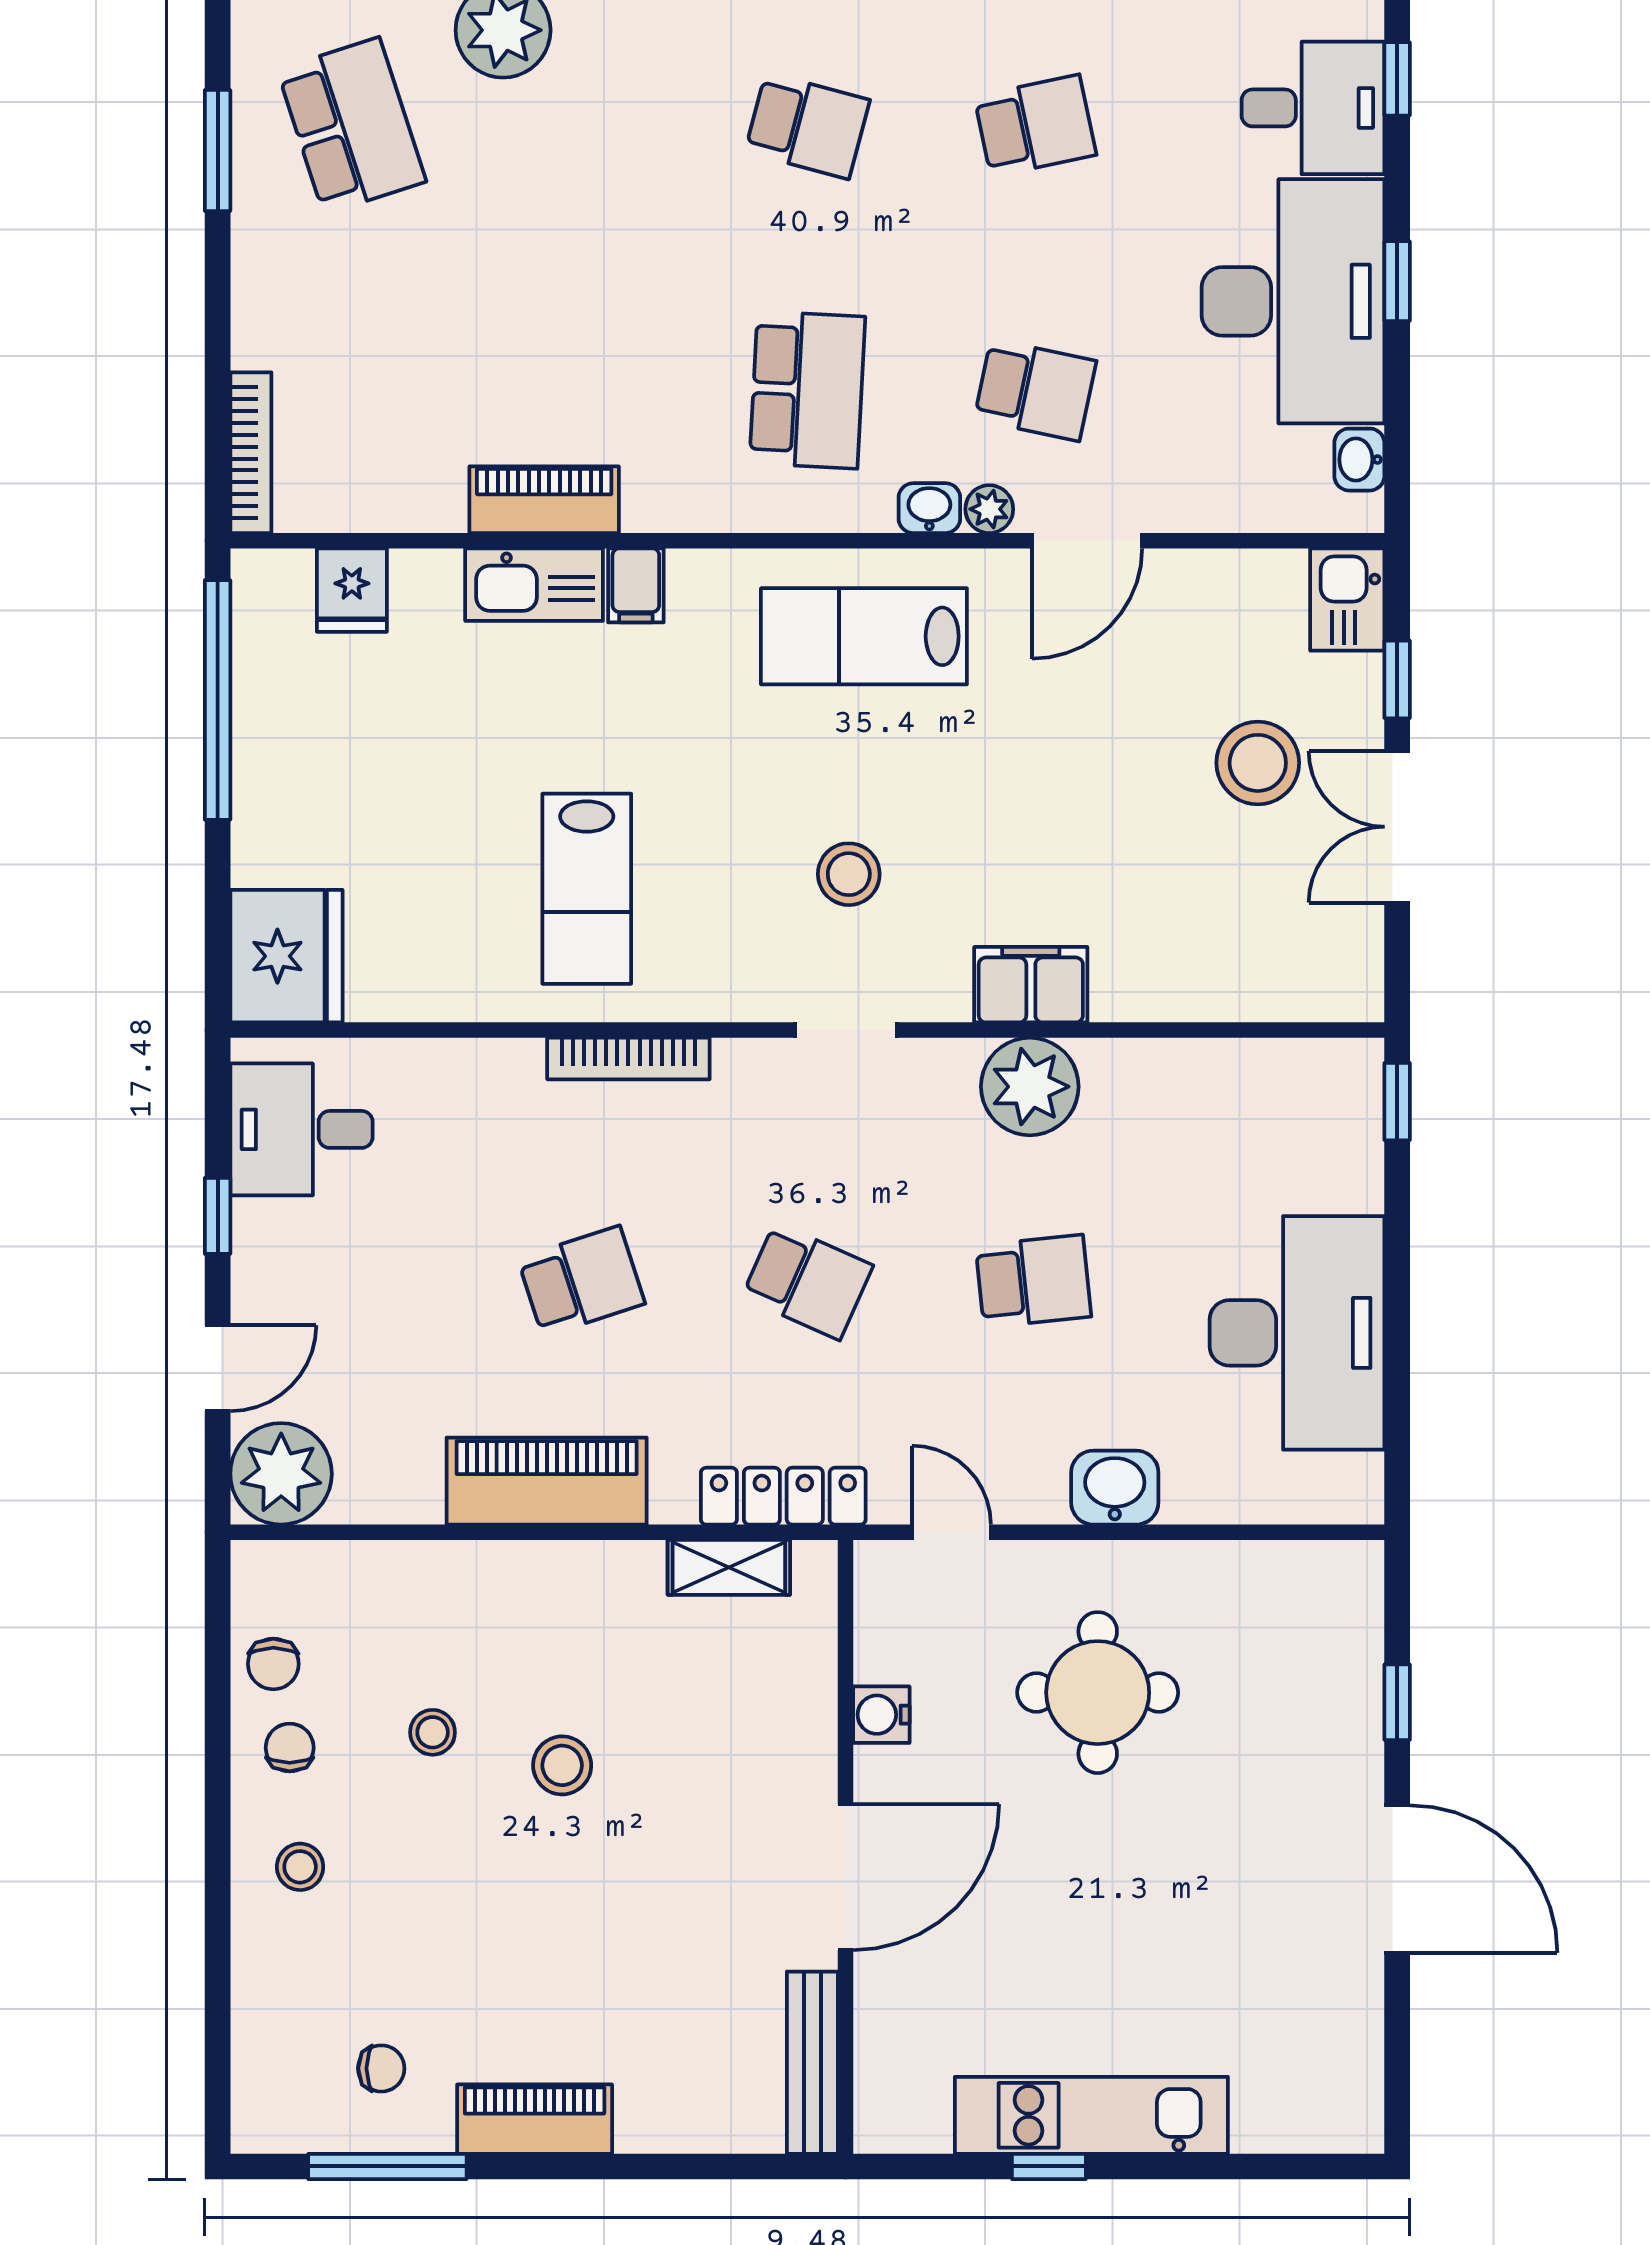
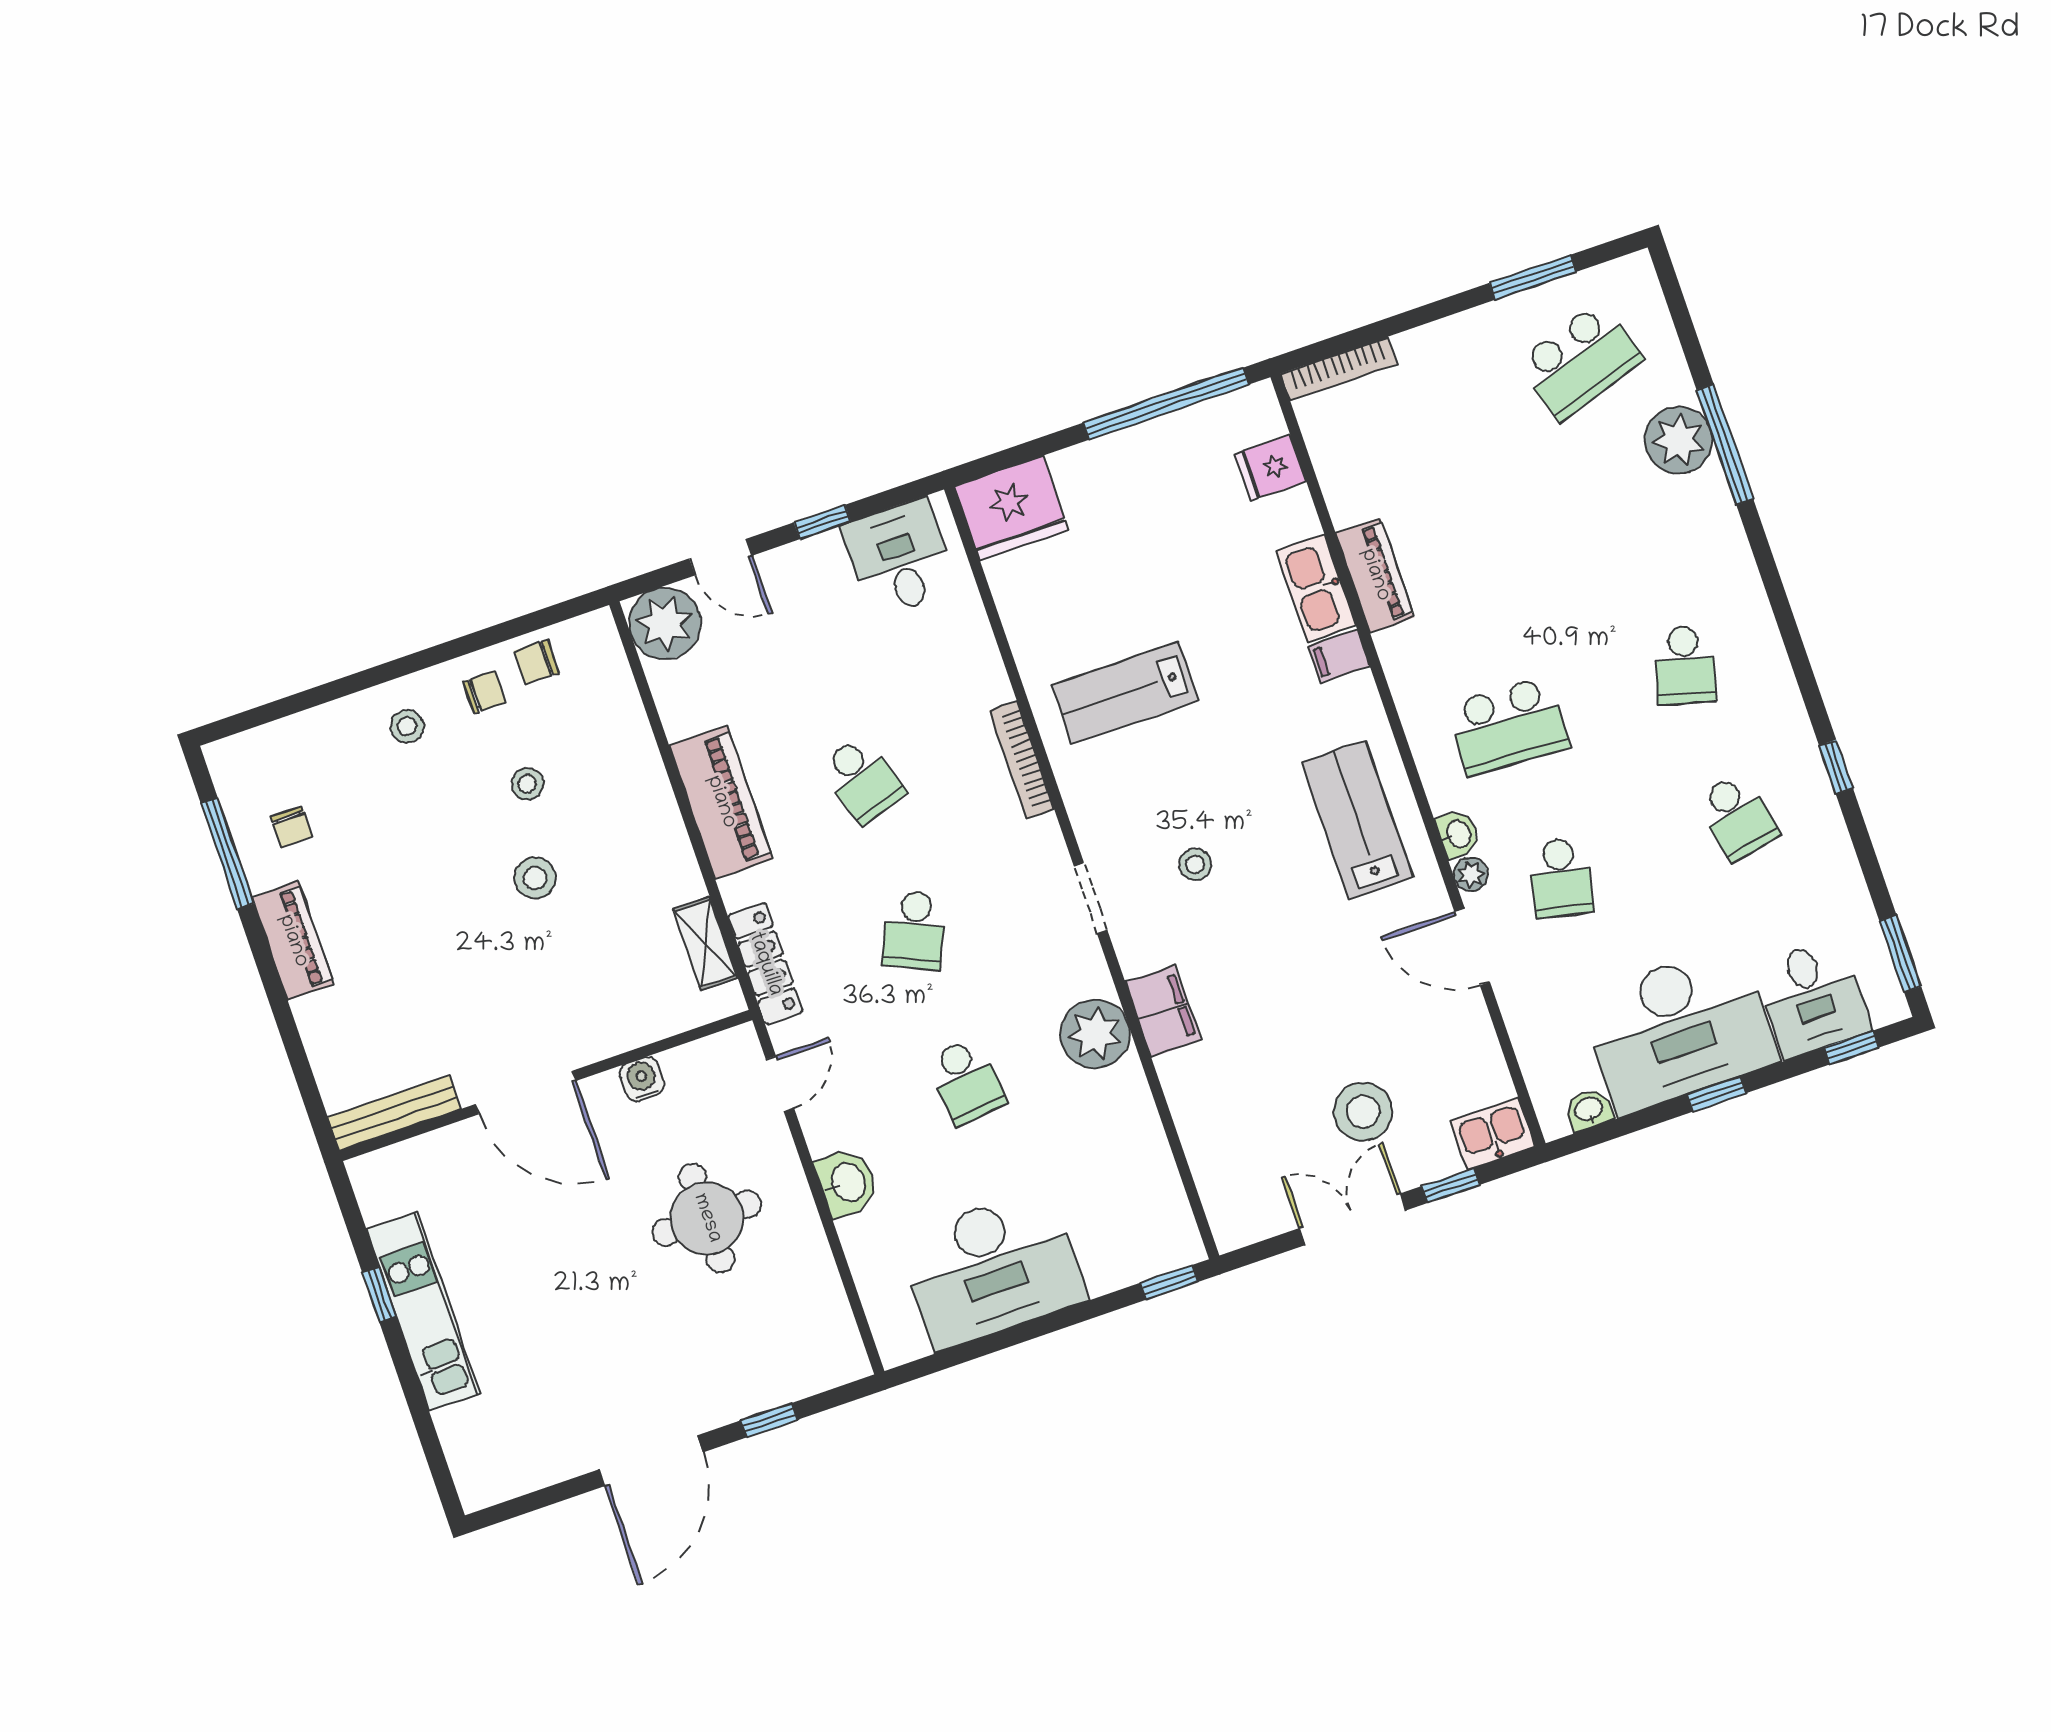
stool: (849, 874) -> (1195, 864), width x0.73, depth x0.73

